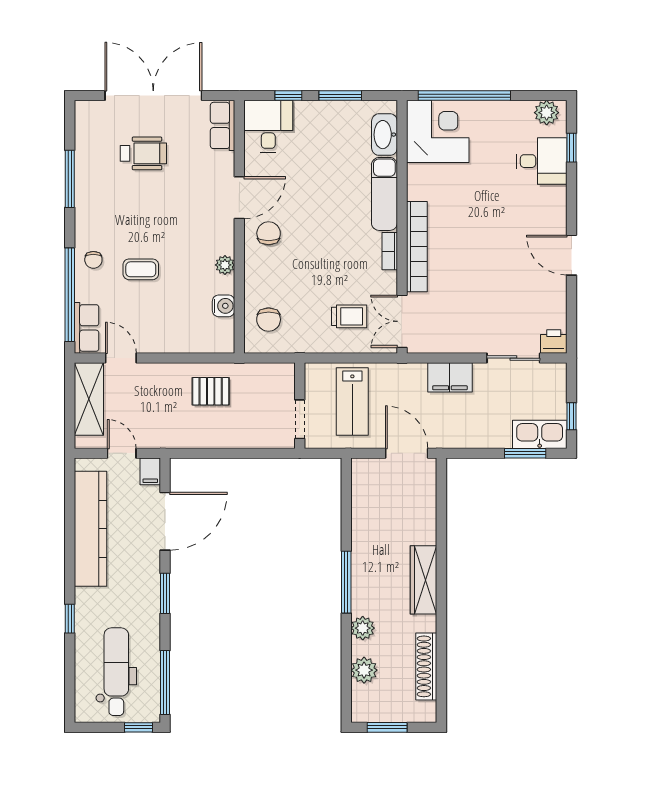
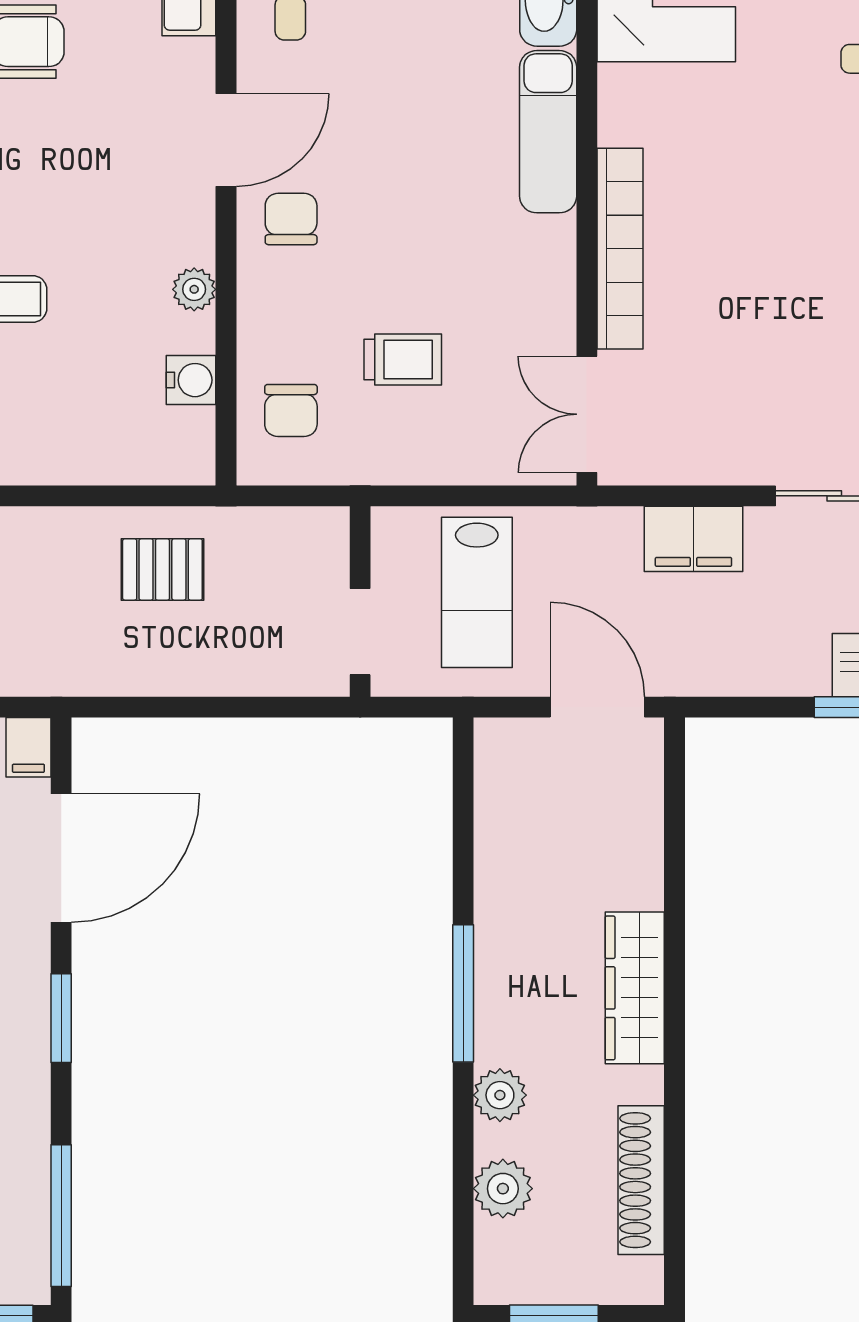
bookcase: (390, 251) -> (560, 259), removed
trolley: (349, 316) -> (403, 360), moved

